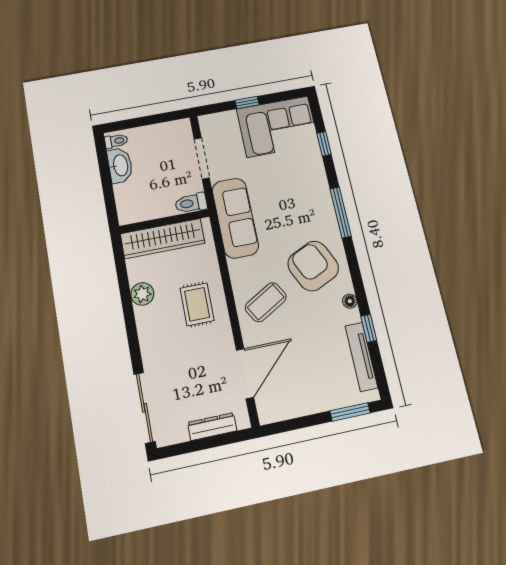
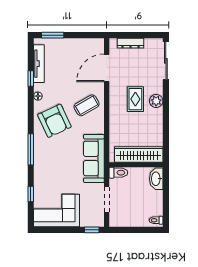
window: (247, 103) -> (92, 230), moved
washbasin: (120, 165) -> (156, 179), moved
plant: (142, 294) -> (156, 101), moved
rug: (197, 304) -> (135, 99), moved

